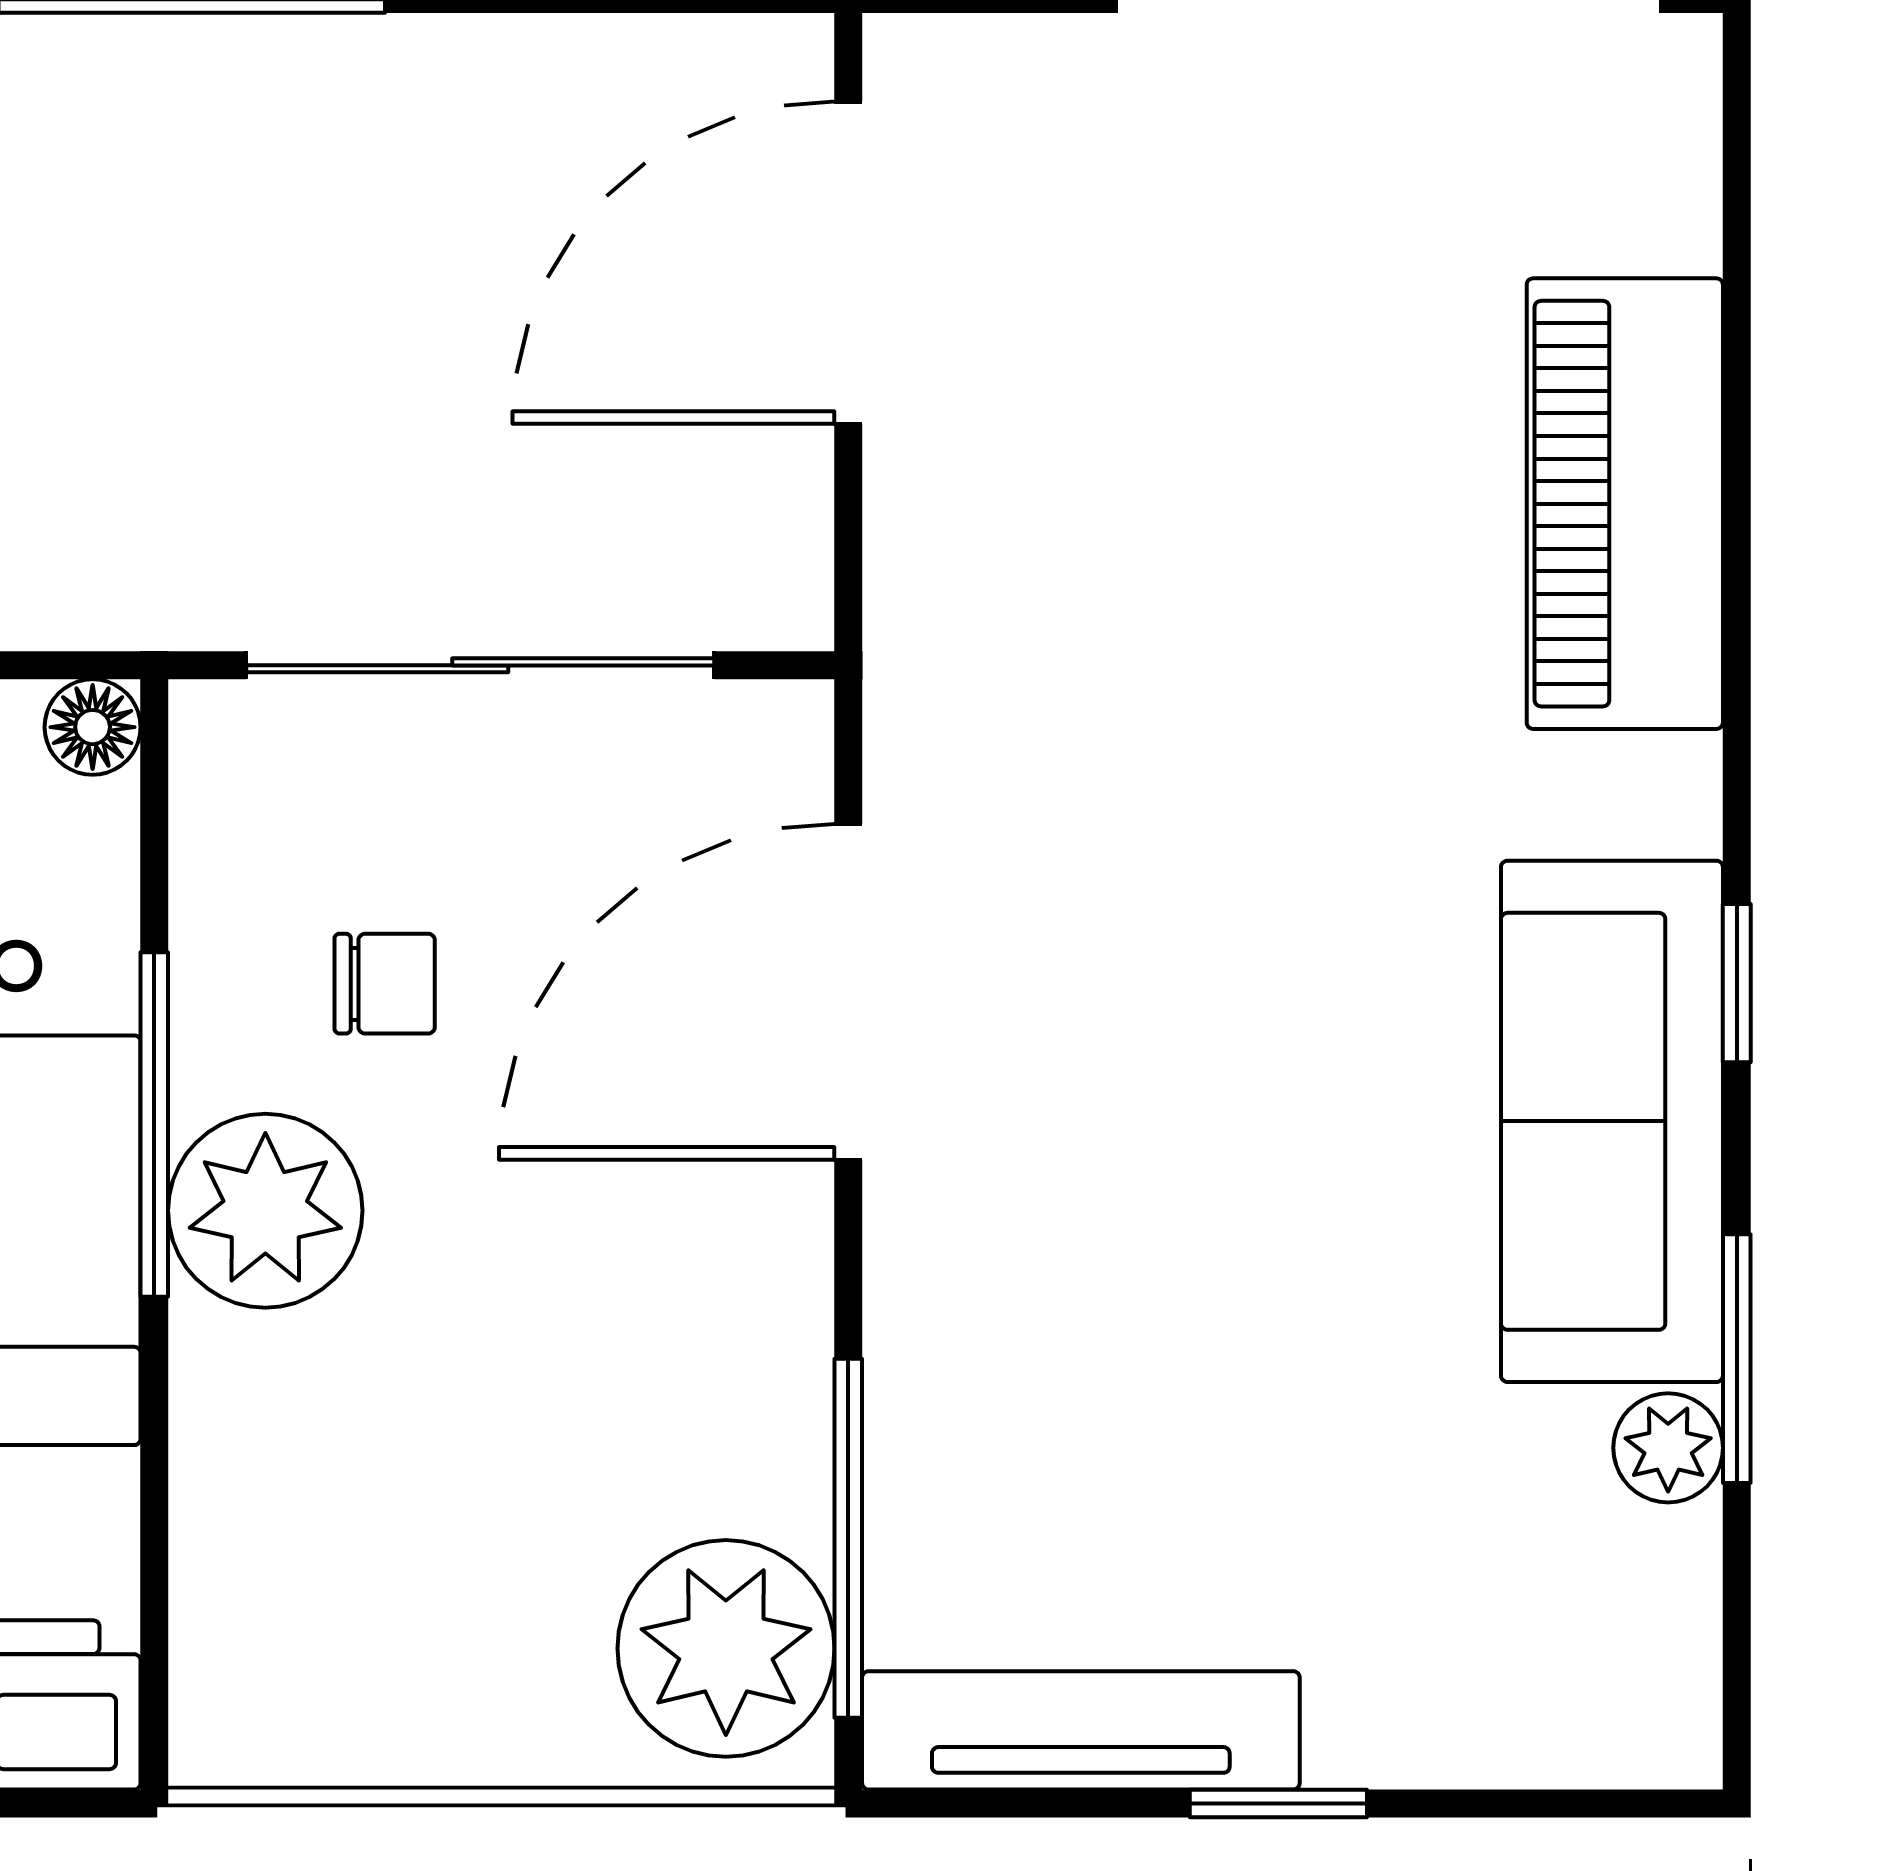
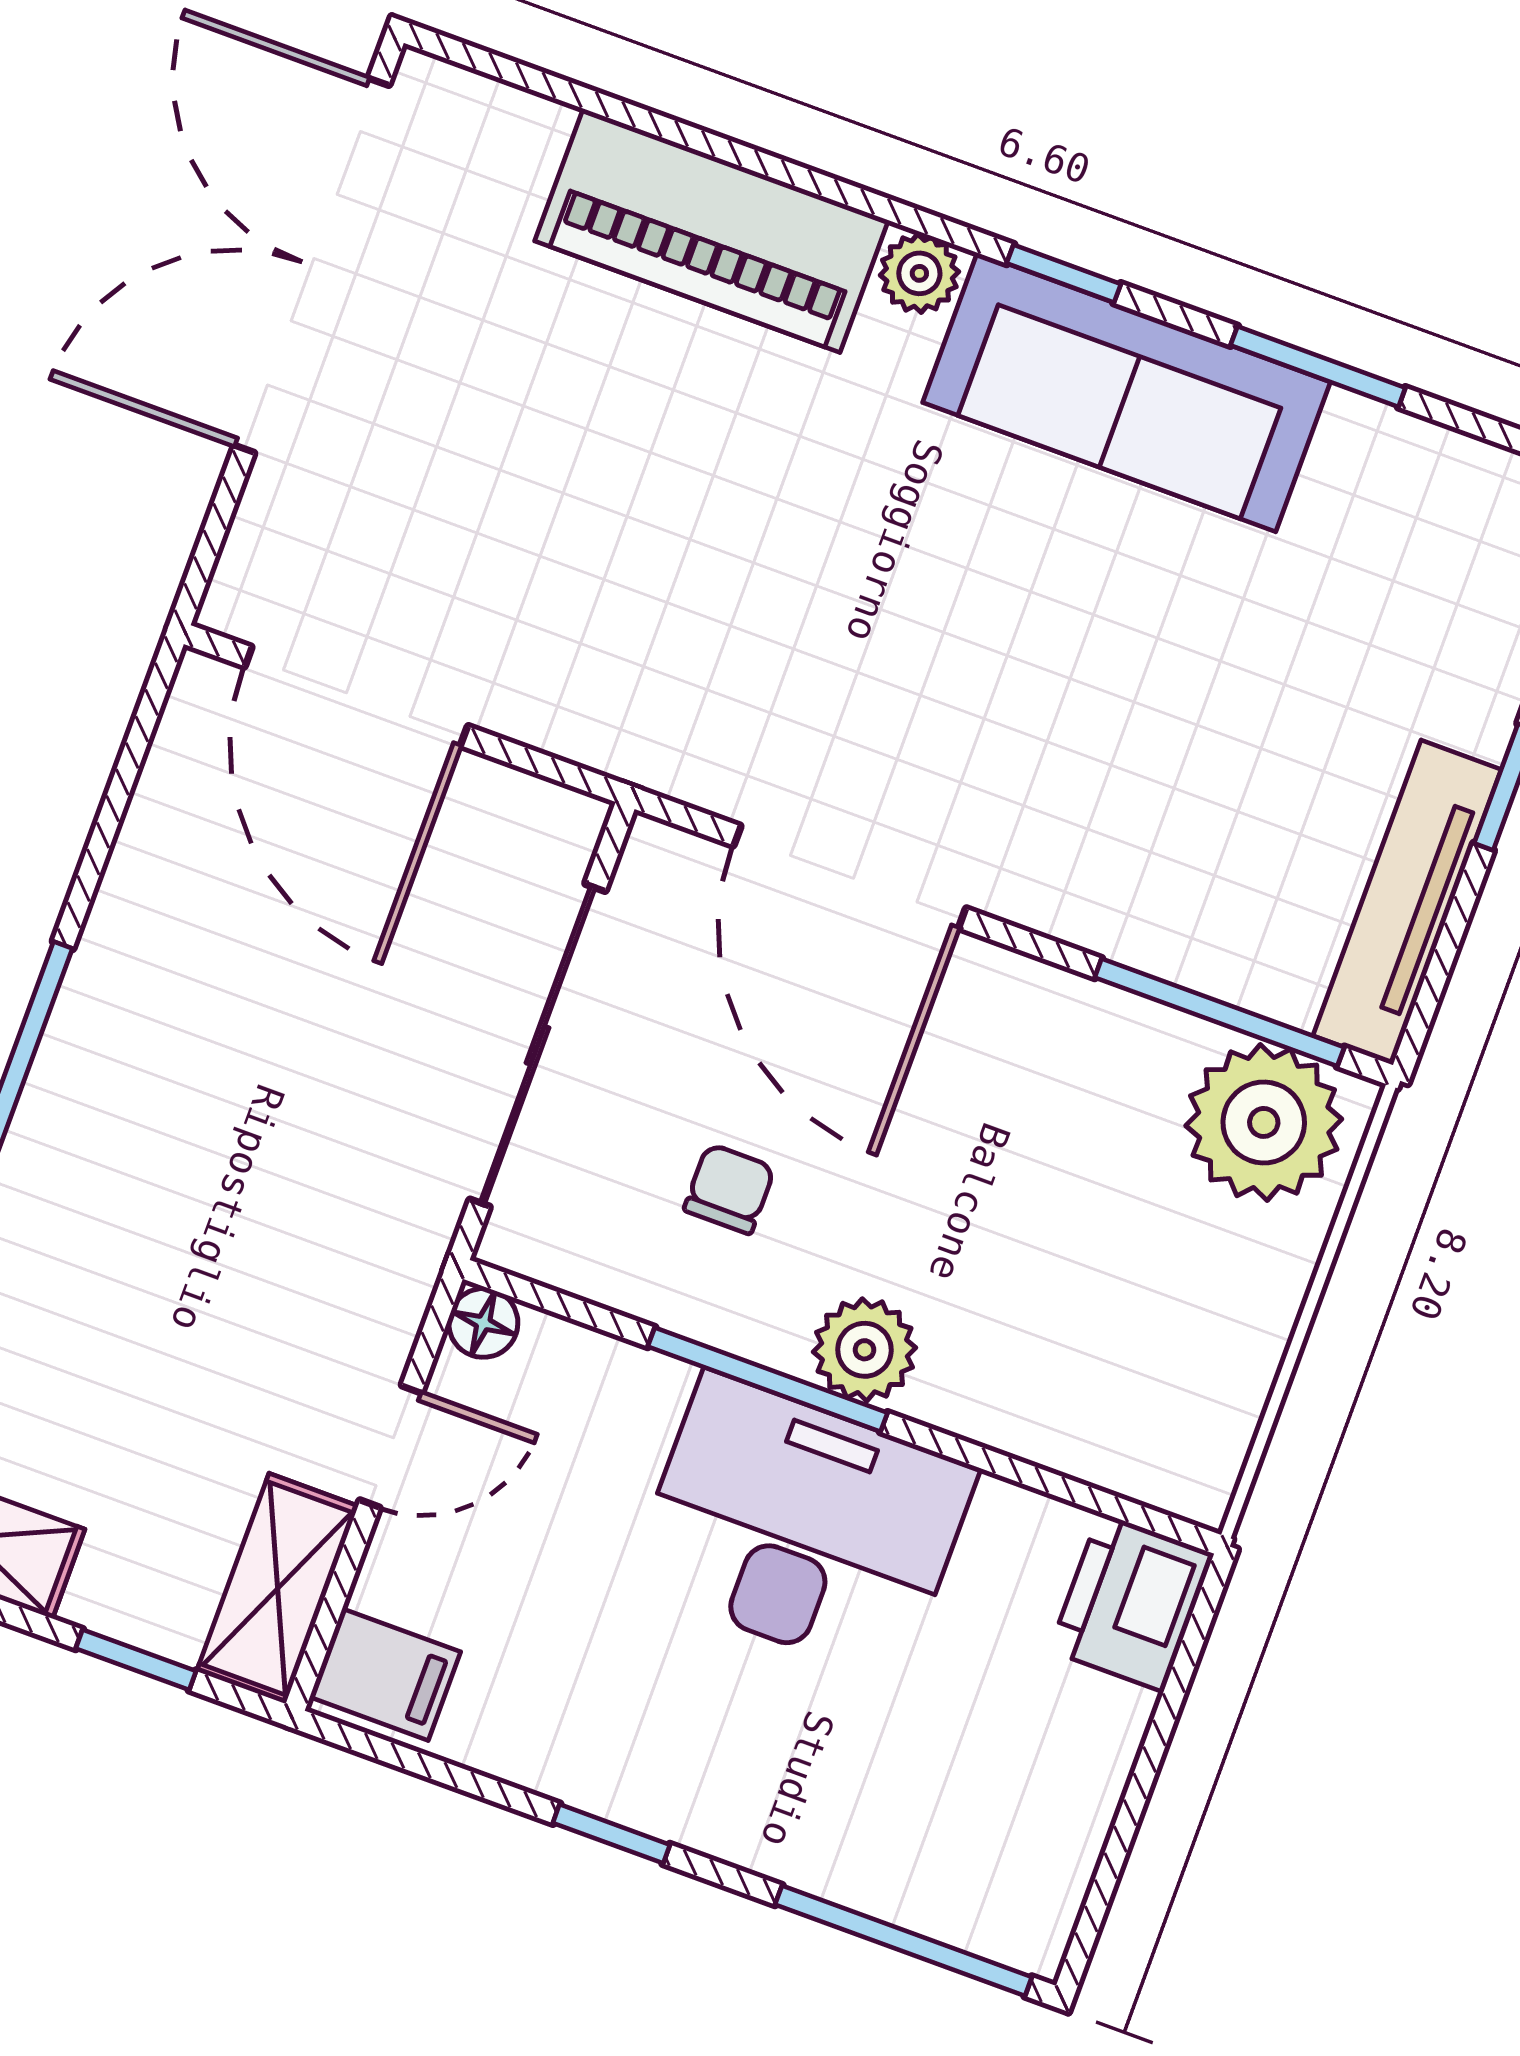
plant: (265, 1211) -> (865, 1350), width x0.73, depth x0.73
plant: (1668, 1448) -> (919, 273), moved

